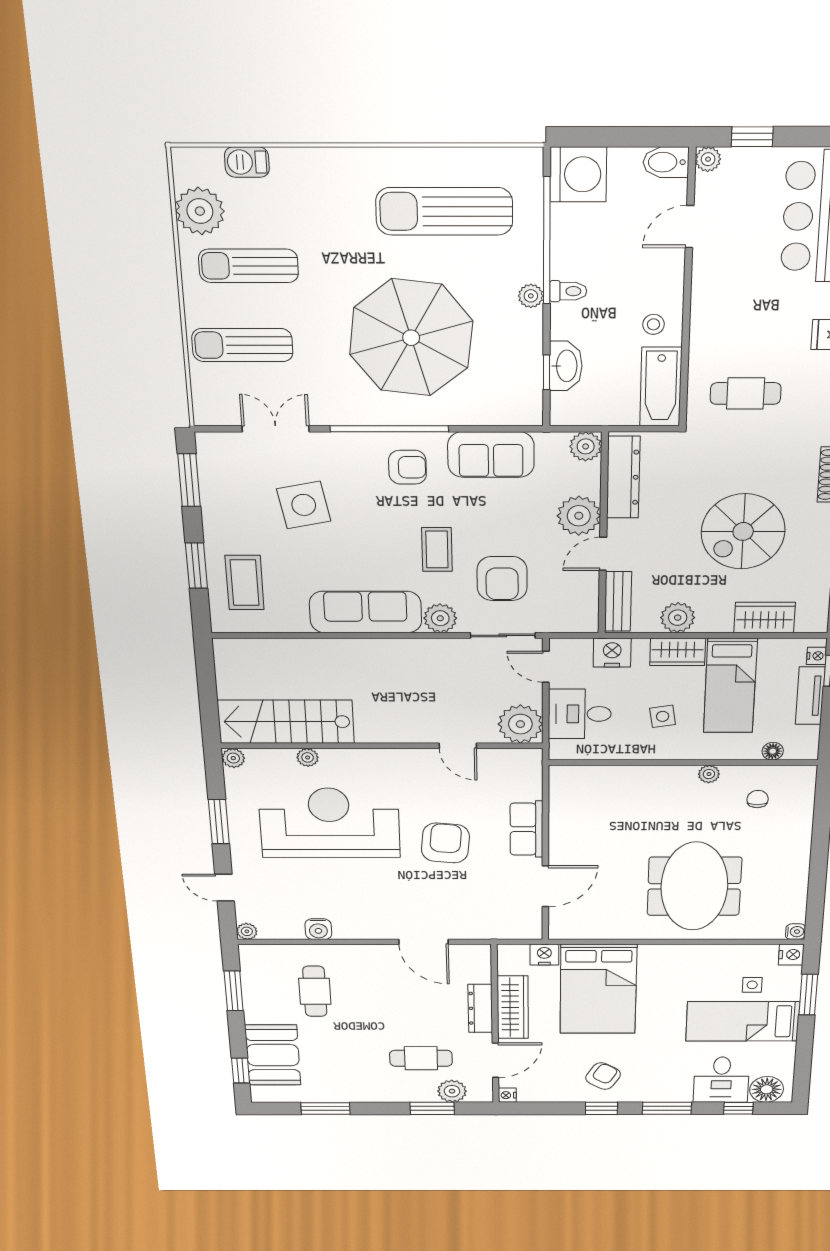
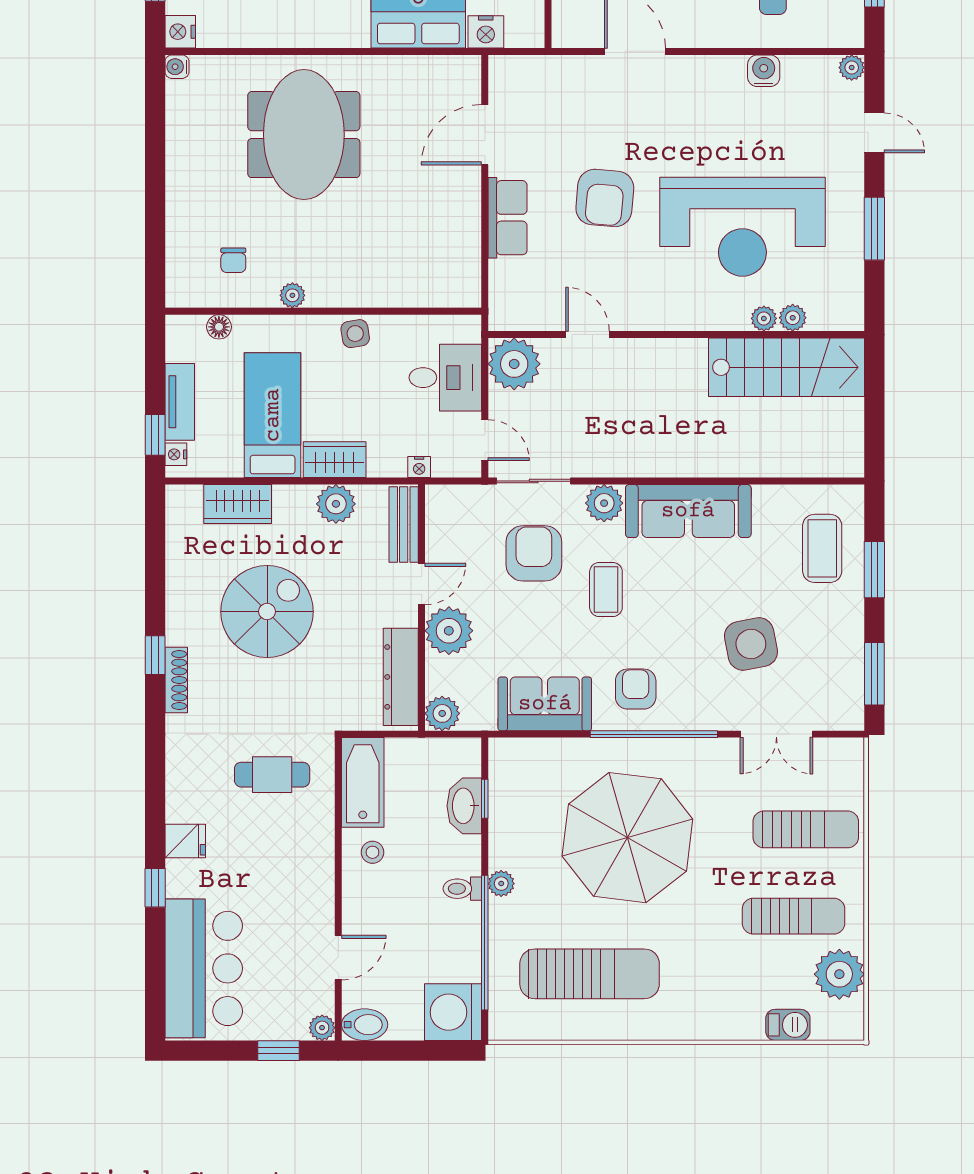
armchair: (408, 467) -> (636, 689), turned 90
nightstand: (612, 653) -> (419, 467), width x0.53, depth x0.56
side table: (663, 716) -> (355, 334), moved
plant: (233, 758) -> (793, 318), moved

